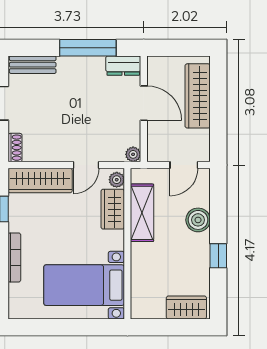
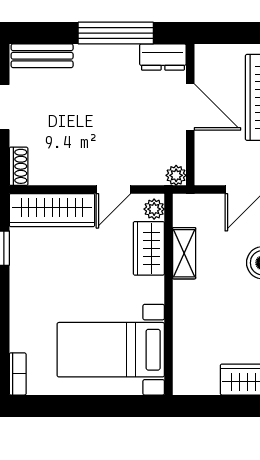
shelving: (142, 213) -> (184, 253), width x0.67, depth x0.75
bookcase: (14, 257) -> (18, 374), moved, width x0.64

